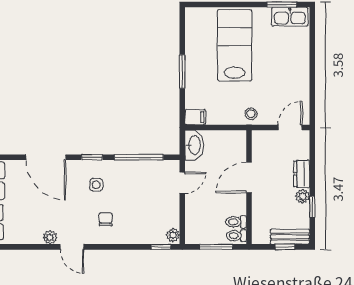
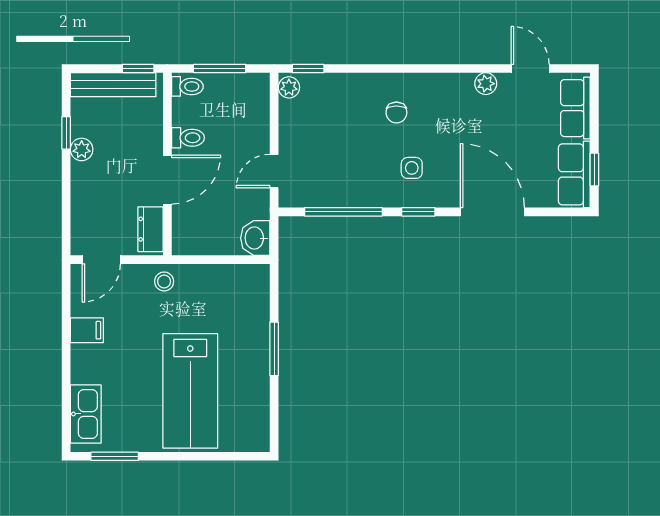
kitchen sink: (290, 17) -> (86, 414), moved, turned 90
filing cabinet: (195, 117) -> (87, 330), moved, turned 180
washbasin: (194, 145) -> (255, 238), width x0.72
dresser: (302, 174) -> (151, 229), moved, turned 180
toilet: (236, 222) -> (188, 138), moved
bench: (290, 237) -> (113, 85), width x1.36
door: (72, 247) -> (530, 68), moved
window: (285, 247) -> (138, 68), moved

